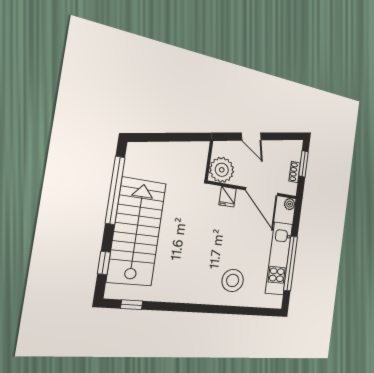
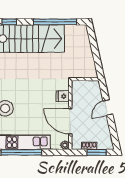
plant: (222, 170) -> (80, 89), removed
door: (262, 192) -> (70, 121), hinge flipped

